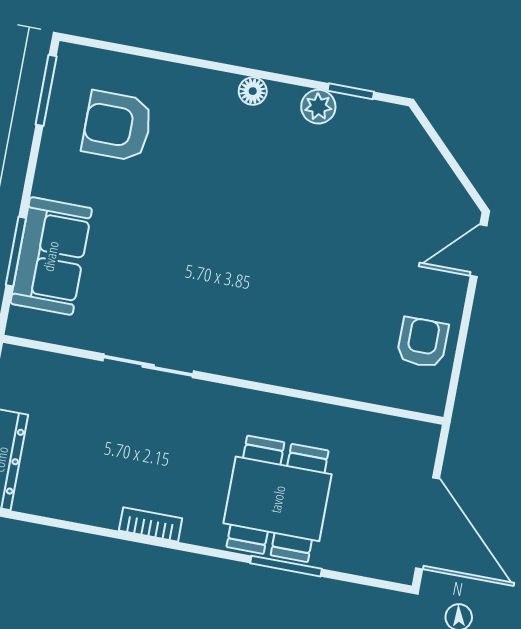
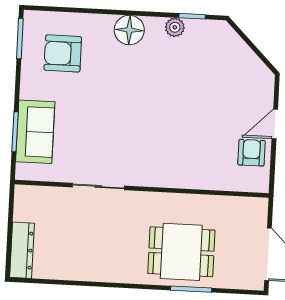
floor lamp: (253, 91) -> (129, 30), width x1.89, depth x1.89
door: (479, 251) -> (275, 124), moved
dining table: (278, 499) -> (181, 252), turned 90
bookcase: (151, 524) -> (112, 276), removed

